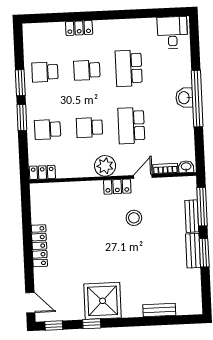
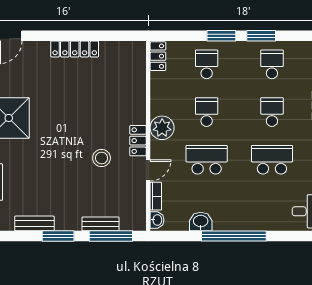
washbasin: (184, 98) -> (201, 222), moved
door: (143, 176) -> (148, 170), hinge flipped
bench: (193, 251) -> (34, 223), moved

